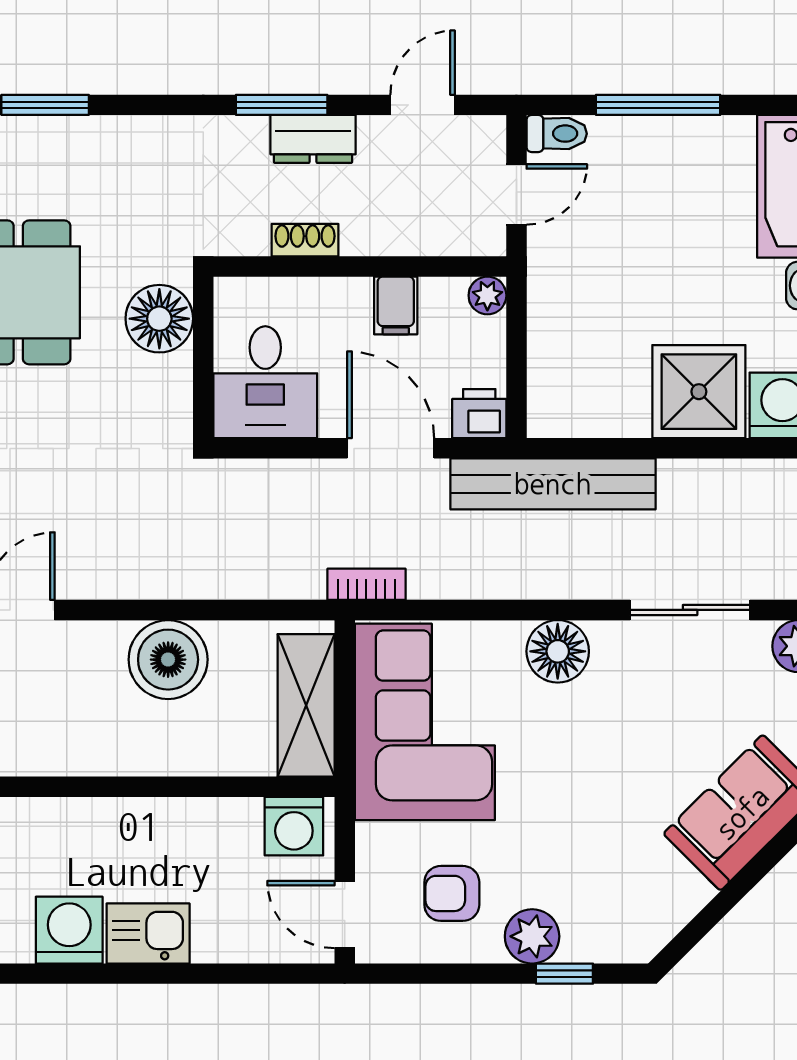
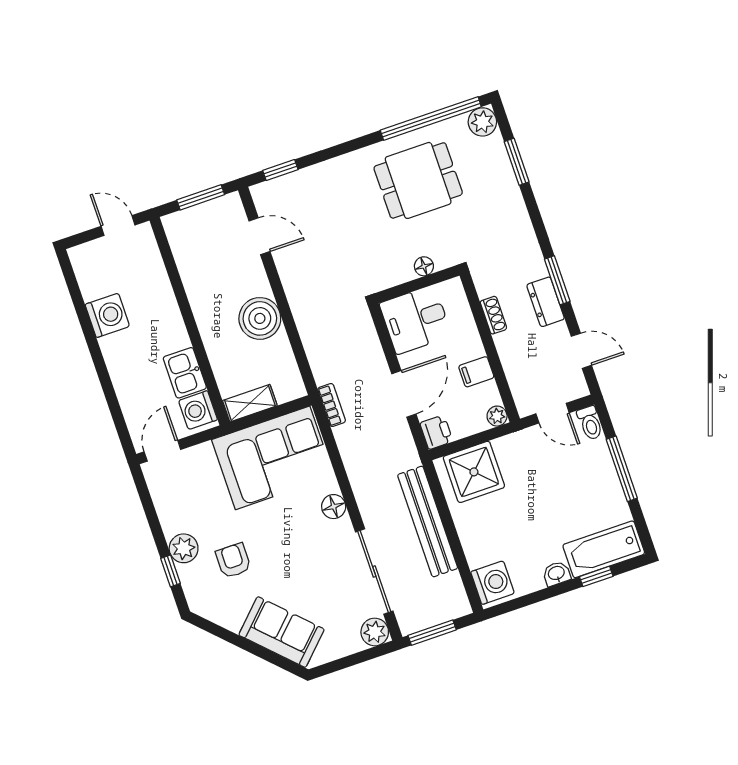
floor lamp: (159, 319) -> (424, 266), width x0.53, depth x0.53
shower: (699, 392) -> (474, 472), moved
bench: (553, 484) -> (428, 521), moved
sliding door: (690, 610) -> (374, 571), width x1.37
floor lamp: (558, 651) -> (334, 507), width x0.73, depth x0.73
shelving: (306, 705) -> (250, 403), width x0.67, depth x0.75
armchair: (452, 893) -> (233, 561), moved
kitchen sink: (148, 933) -> (185, 373), moved, turned 180

